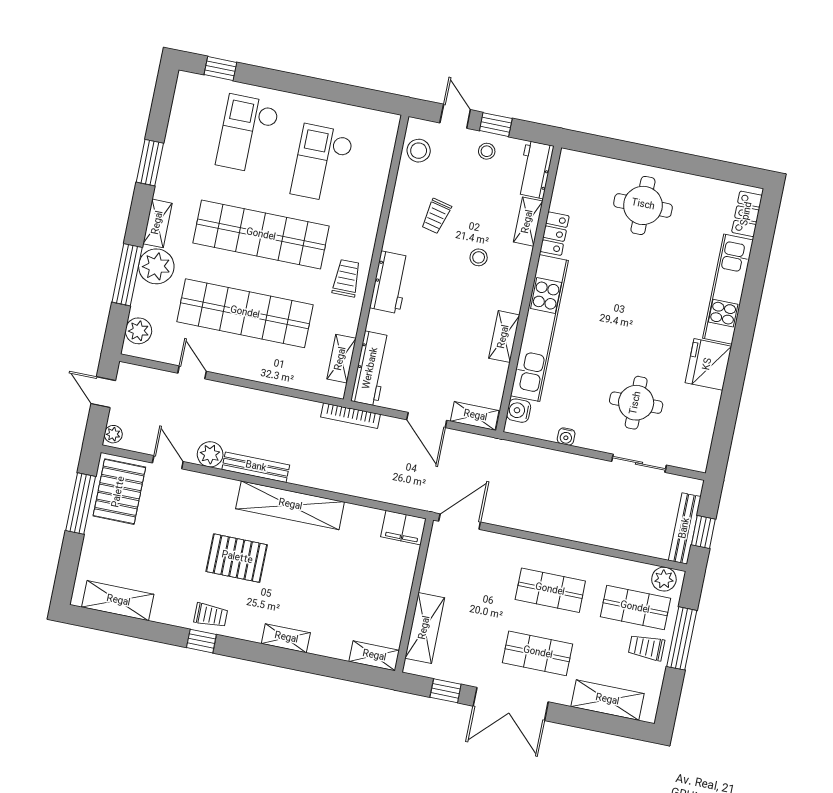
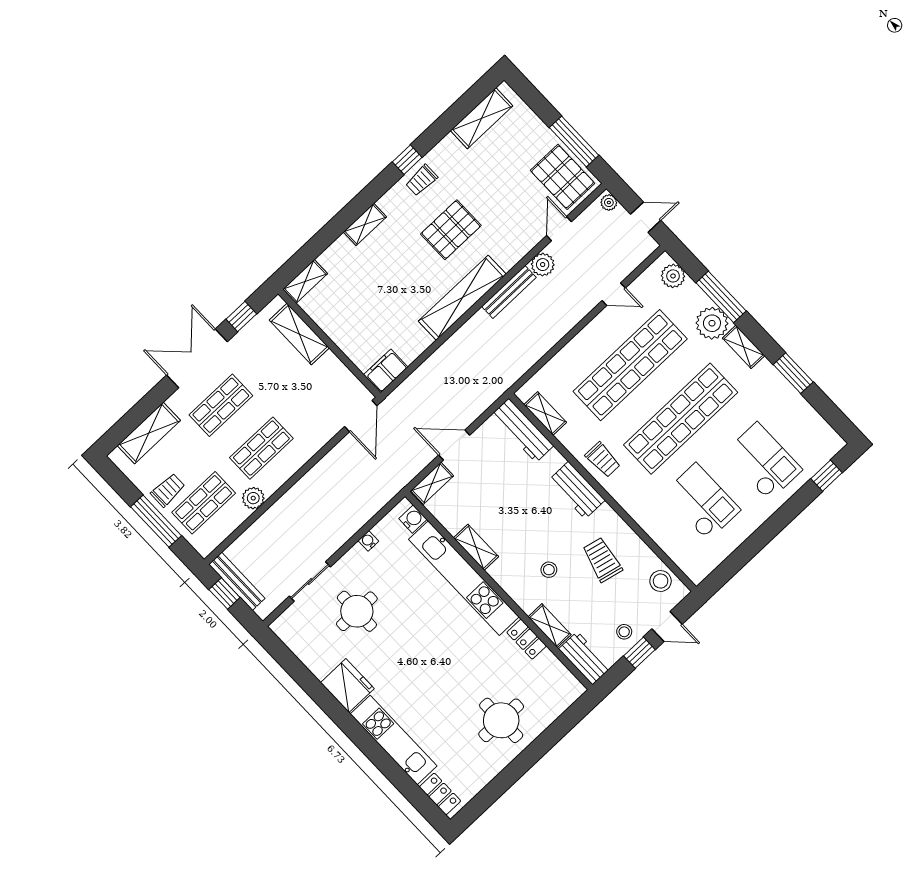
trolley: (436, 216) -> (602, 560), width x1.36, depth x1.39
bookcase: (351, 416) -> (498, 390), removed
door: (168, 462) -> (559, 229), swing flipped
plant: (664, 579) -> (253, 498), moved

